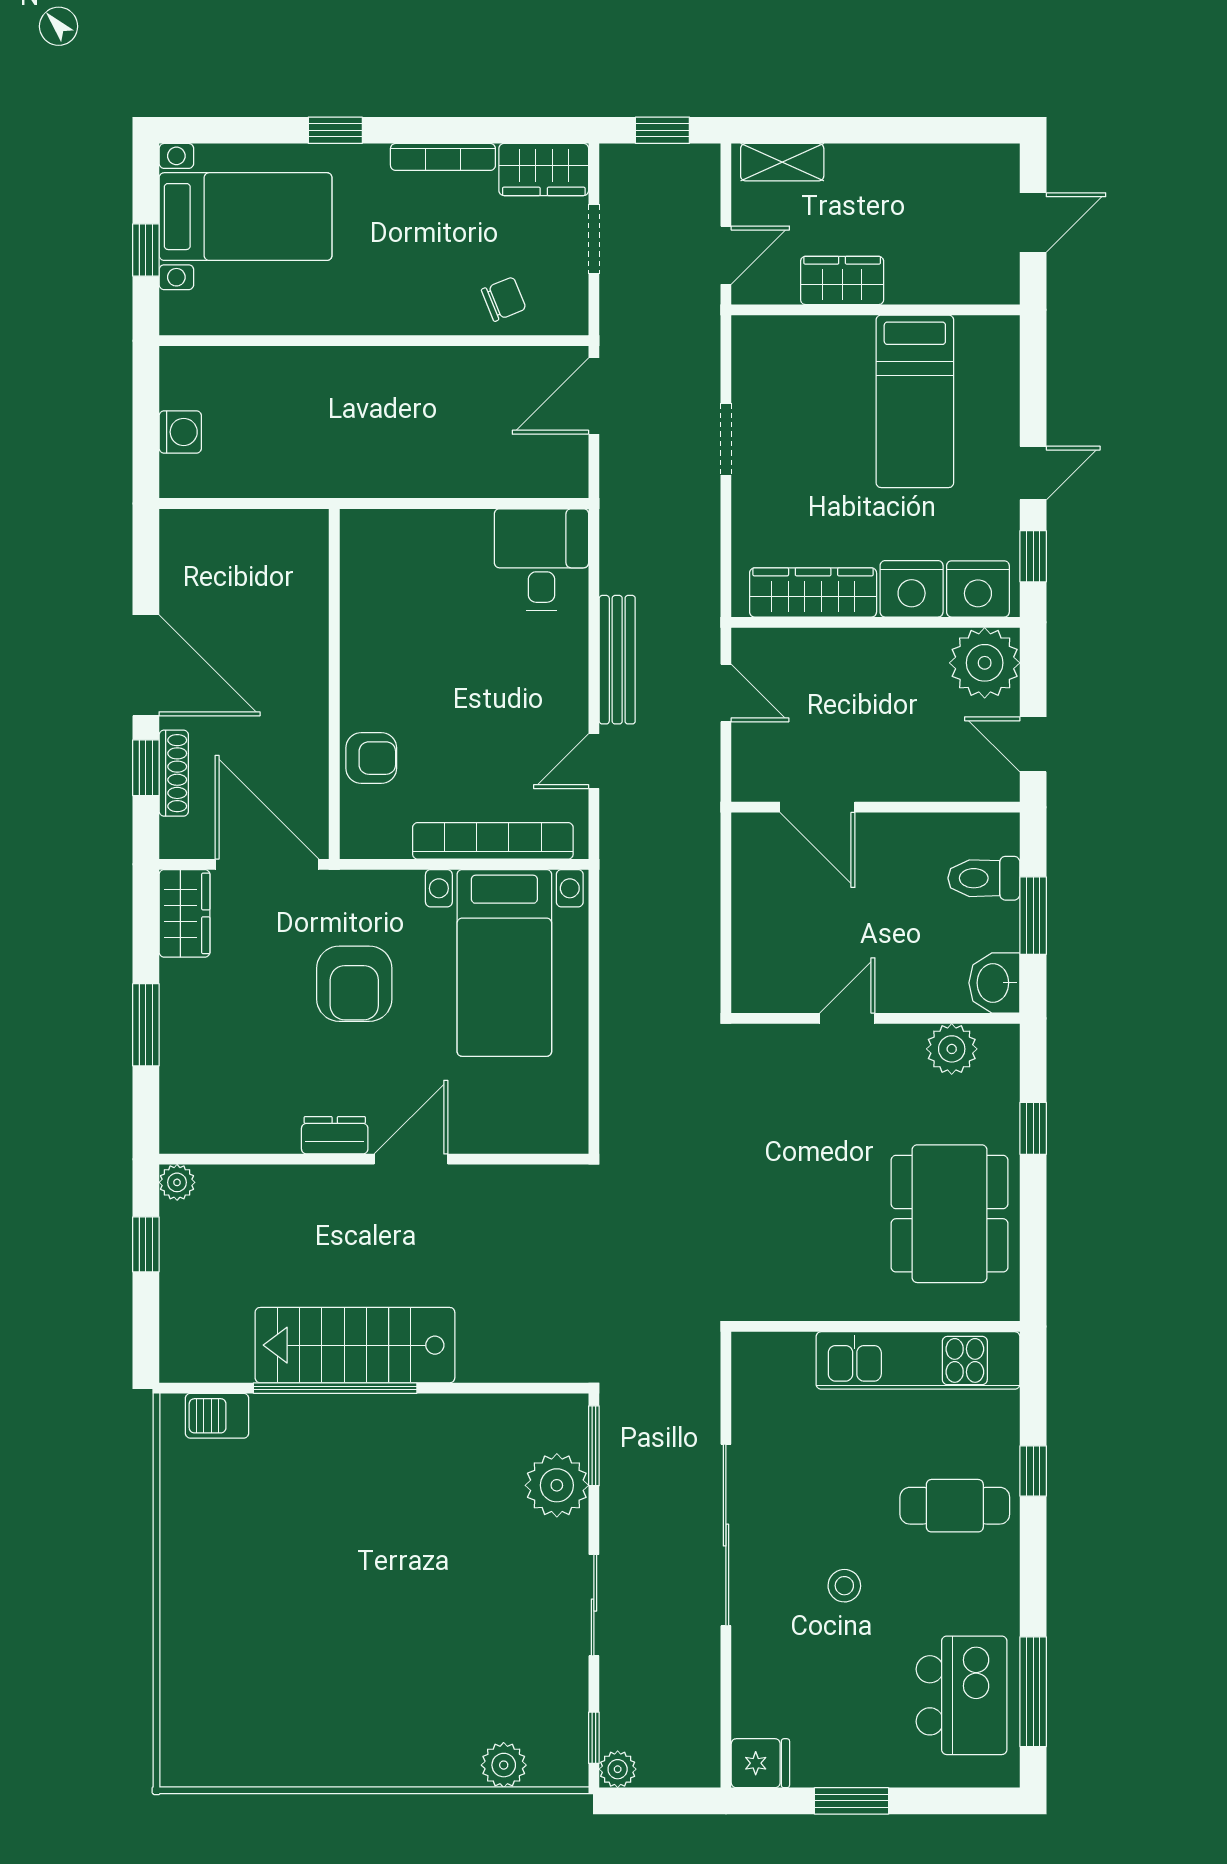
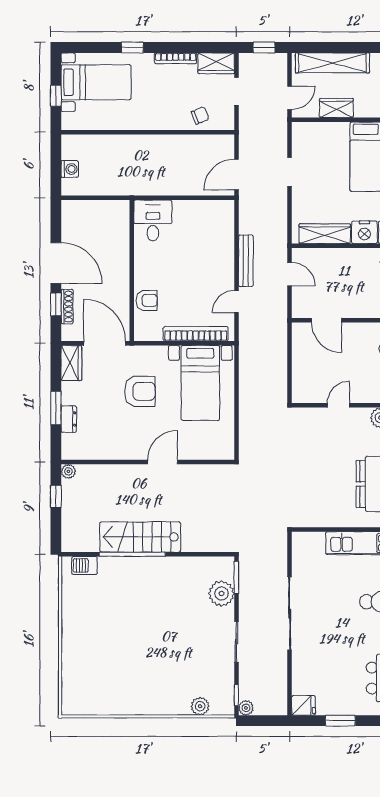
shelving: (782, 162) -> (332, 63), width x2.20, depth x1.33
door: (594, 396) -> (236, 175), moved
desk: (541, 560) -> (153, 220), moved
armchair: (354, 984) -> (140, 391), turned -90
dresser: (335, 1135) -> (69, 419), moved, turned 90
stool: (844, 1586) -> (337, 634), removed

